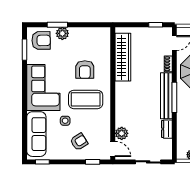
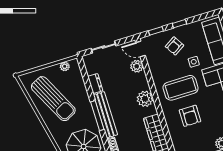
armchair: (85, 70) -> (190, 116), turned 180
plant: (123, 99) -> (145, 99), added
window: (42, 162) -> (179, 24), moved

